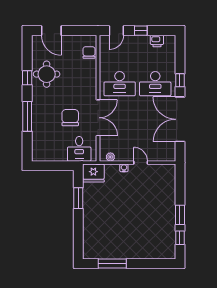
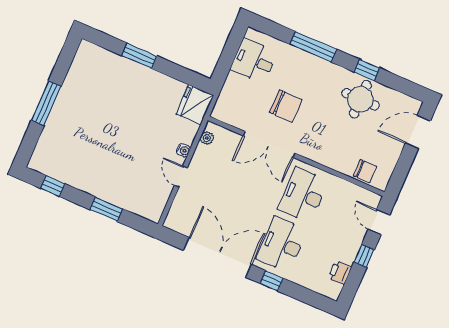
desk: (79, 149) -> (254, 61), moved
door: (141, 163) -> (181, 177), swing flipped
window: (78, 198) -> (139, 56), moved
window: (180, 215) -> (106, 209), moved
window: (112, 264) -> (46, 103), moved

